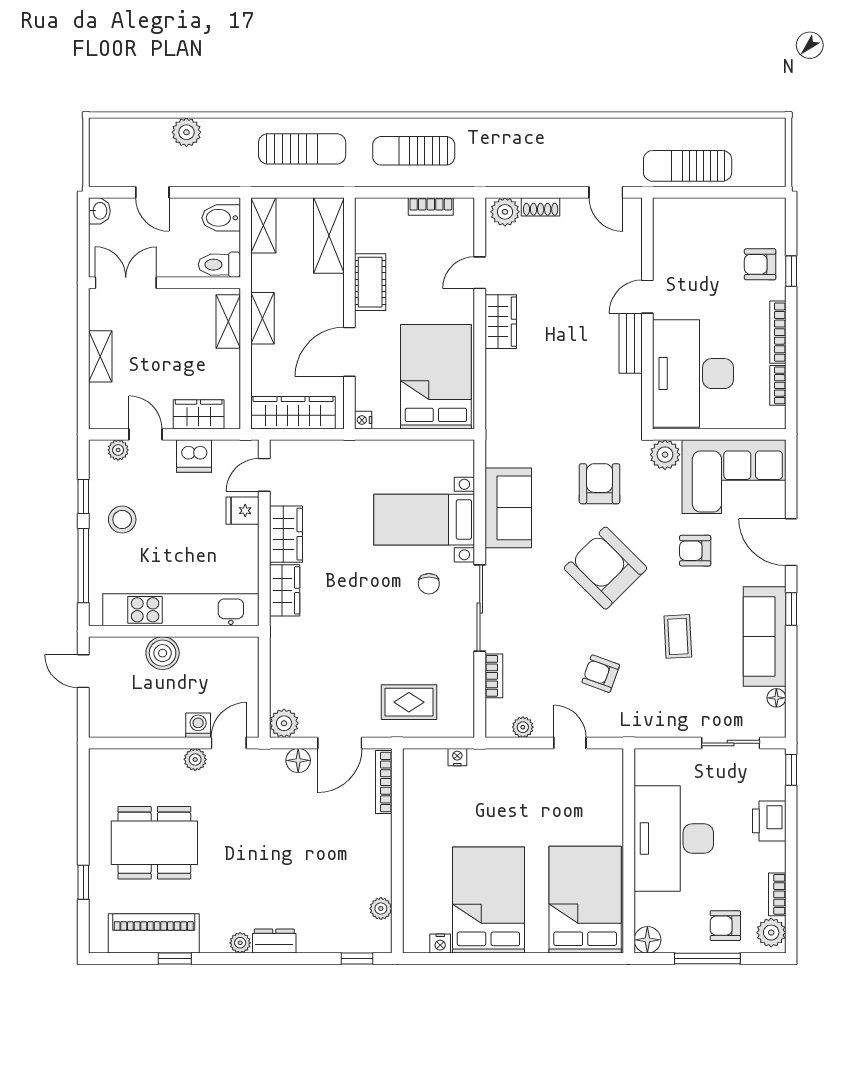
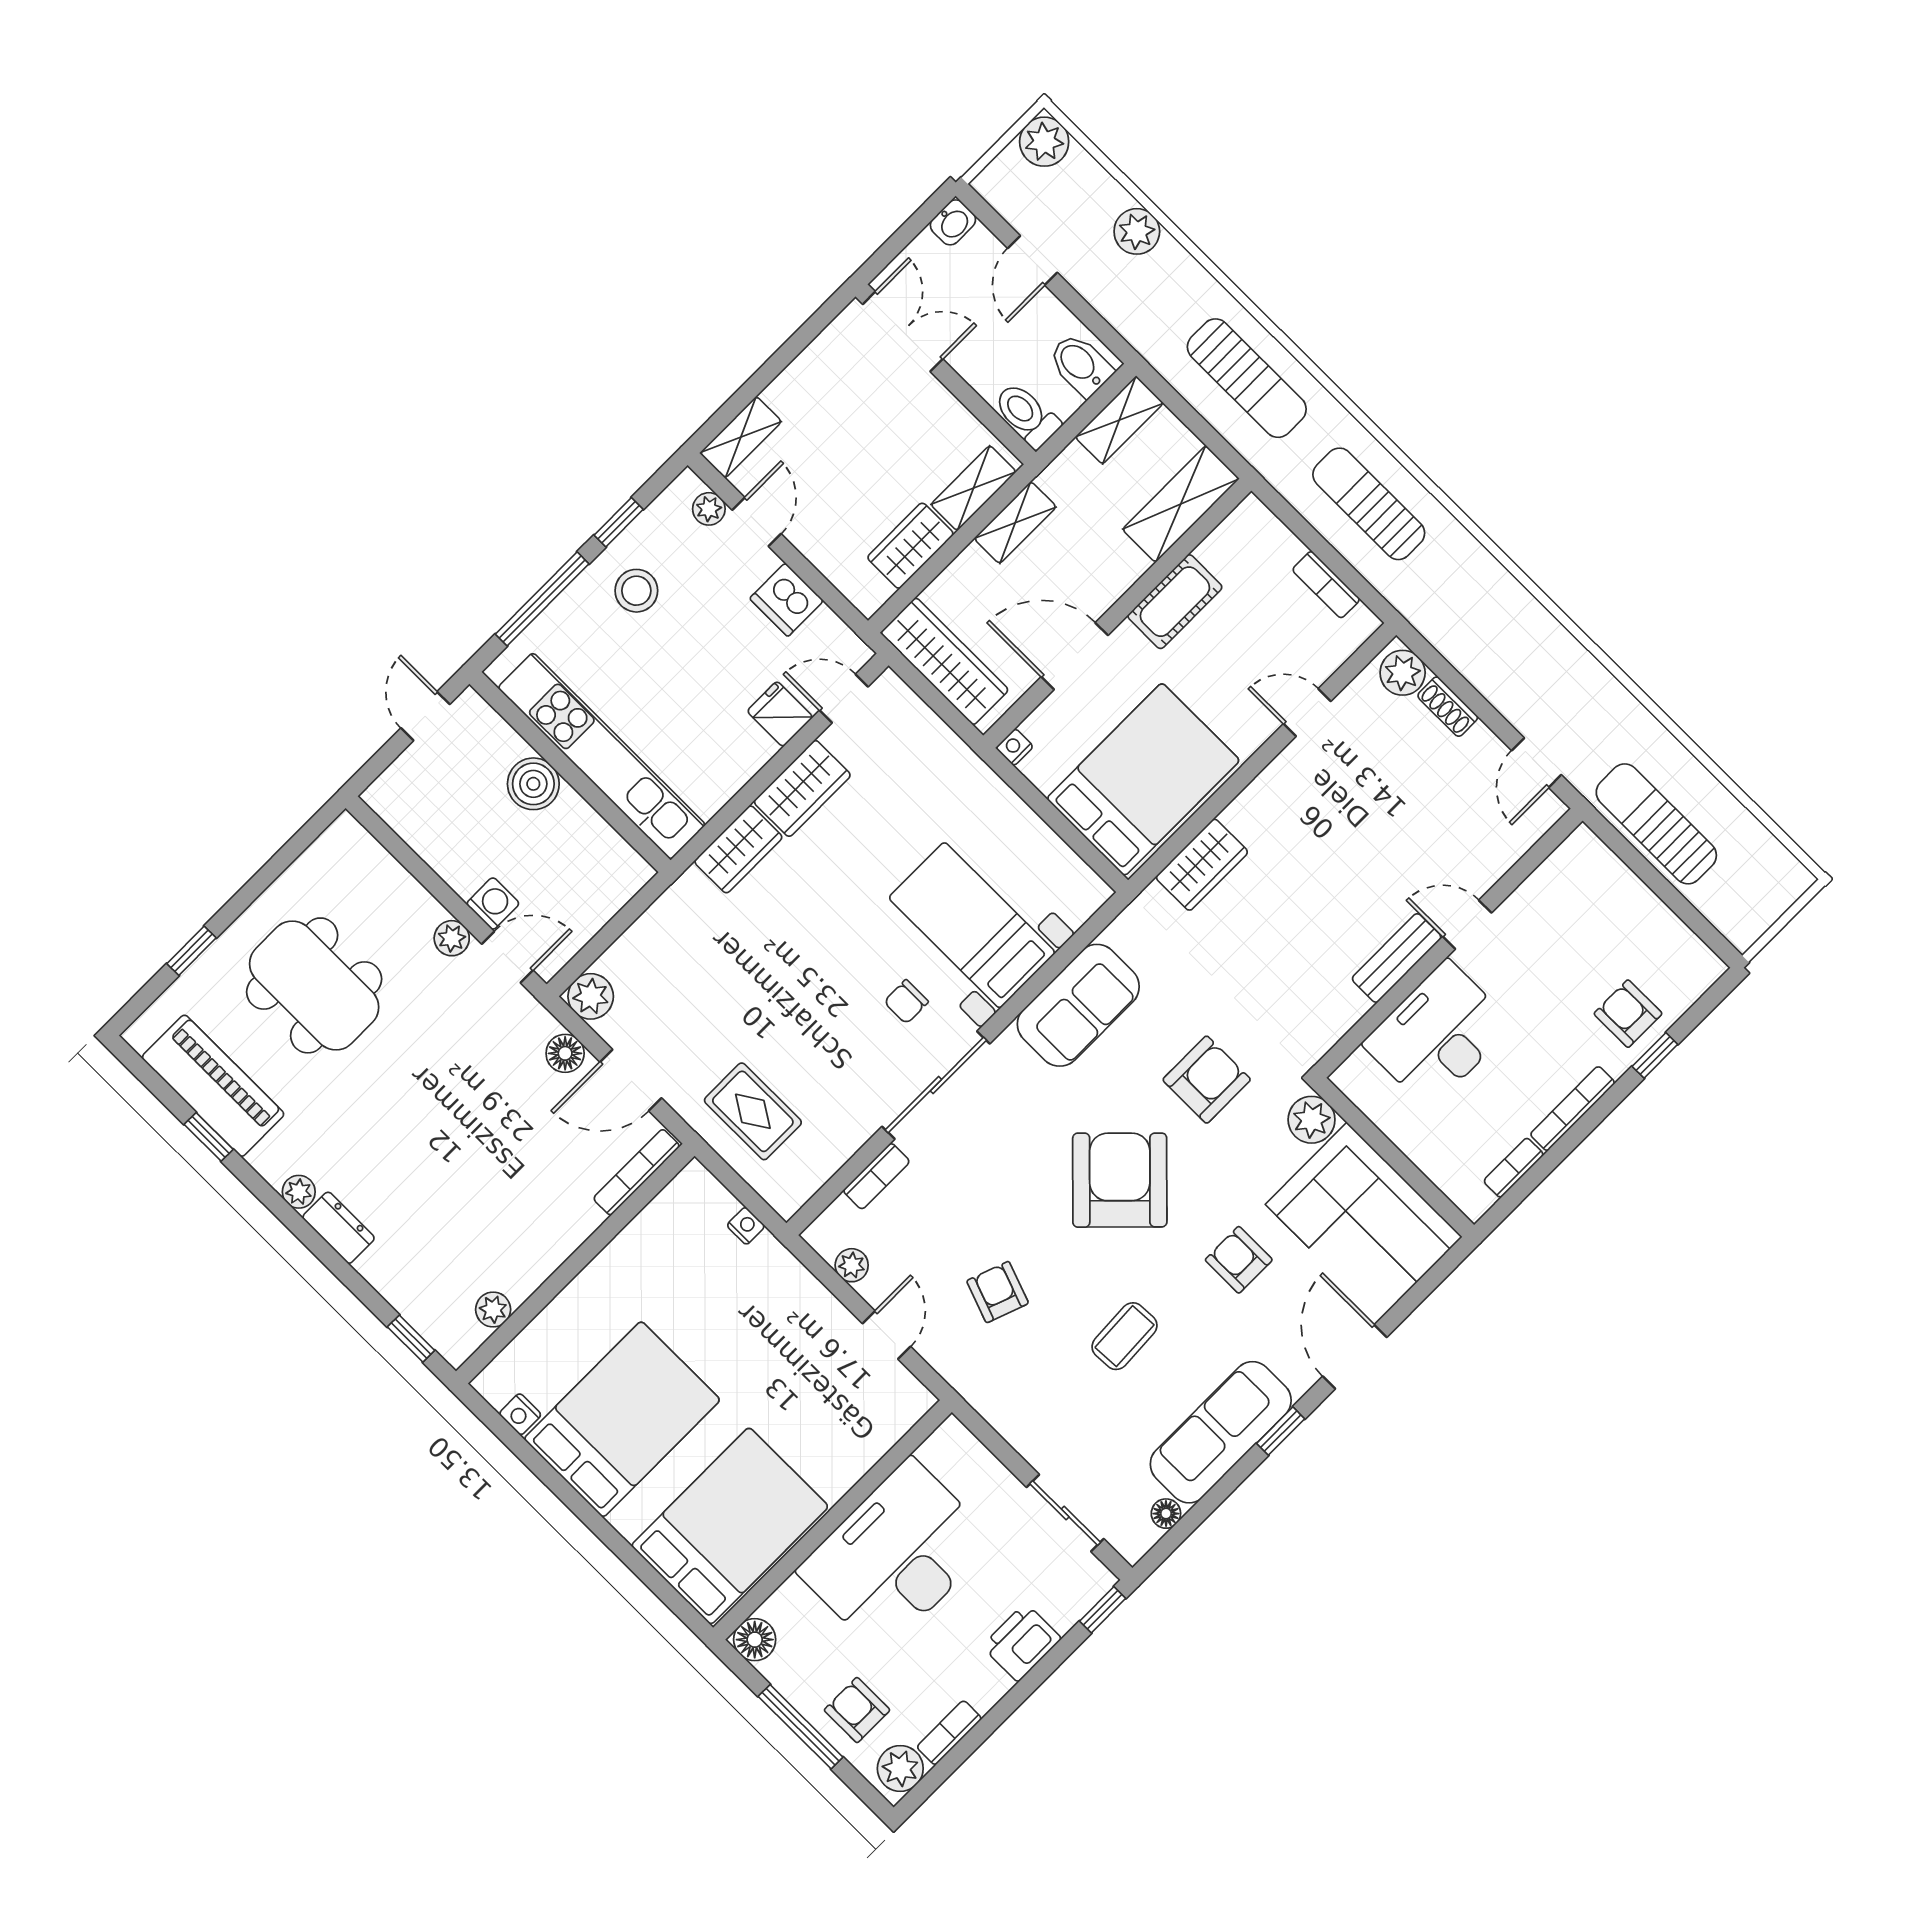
plant: (104, 133) -> (1044, 142), added
wardrobe: (501, 322) -> (1202, 865), moved
shelving: (100, 356) -> (741, 437), moved
desk: (693, 374) -> (1438, 1034), width x0.73, depth x0.77
wardrobe: (199, 414) -> (910, 546), moved, turned -90

